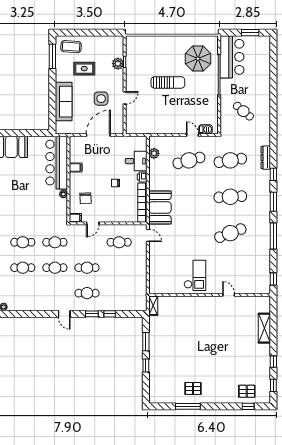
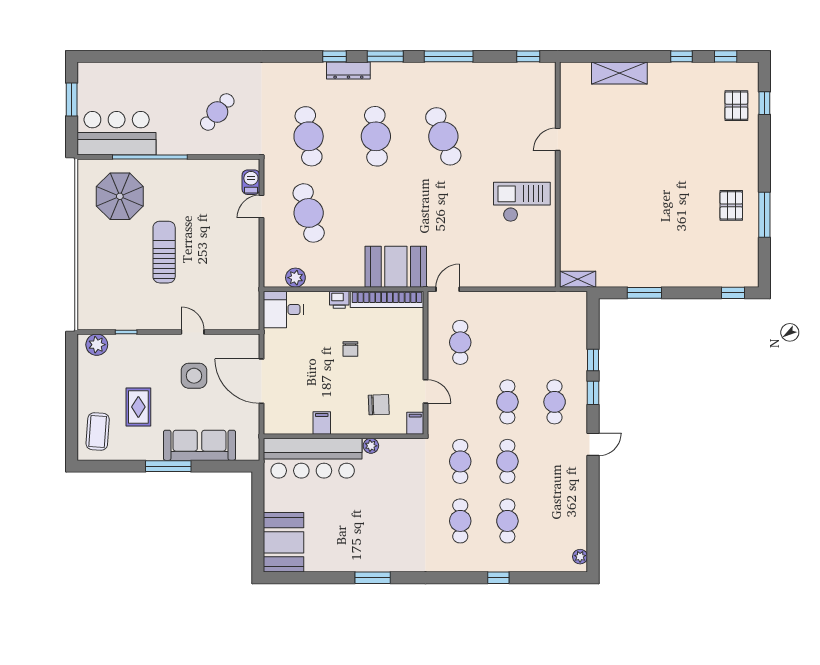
window: (52, 56) -> (168, 466), moved
plant: (118, 64) -> (97, 345), moved
dresser: (266, 158) -> (348, 70), moved
desk: (136, 161) -> (283, 309), moved, turned -90
window: (146, 366) -> (733, 293), moved

